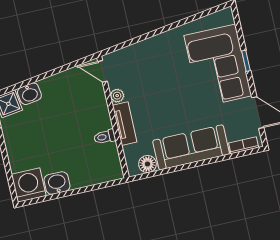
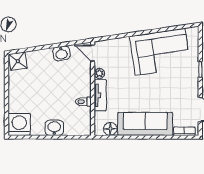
corner sofa: (218, 66) -> (160, 52), moved, turned -98
washbasin: (29, 94) -> (61, 53), moved
washbasin: (57, 183) -> (54, 128), moved

